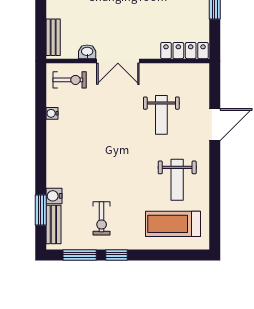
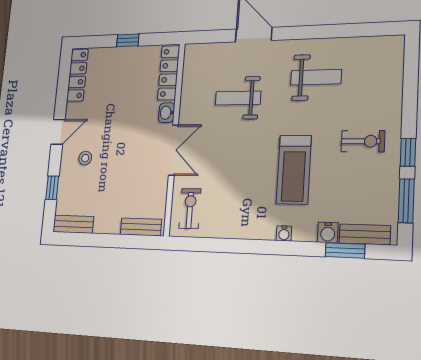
washbasin: (87, 52) -> (167, 113), moved
water cooler: (52, 113) -> (284, 233), moved
weight bench: (161, 115) -> (238, 98), turned 180
exercise bike: (102, 218) -> (363, 141), moved
treadmill: (173, 224) -> (294, 170), moved

